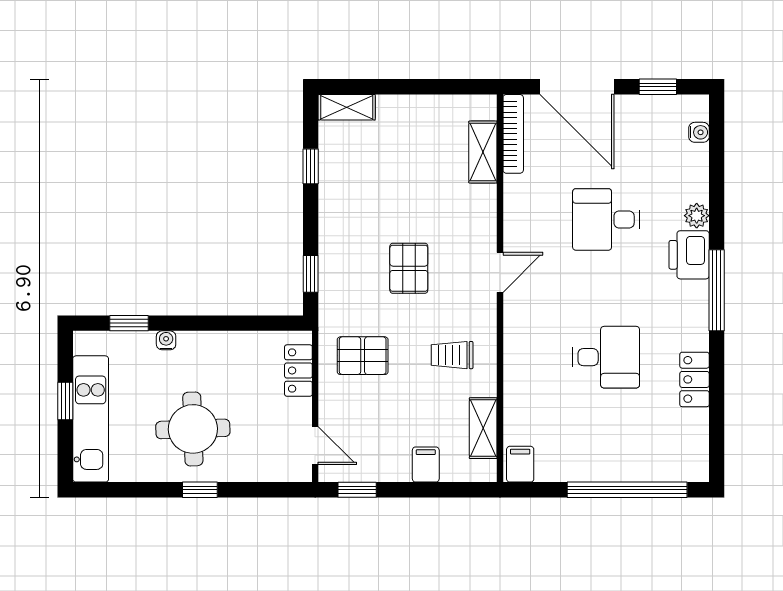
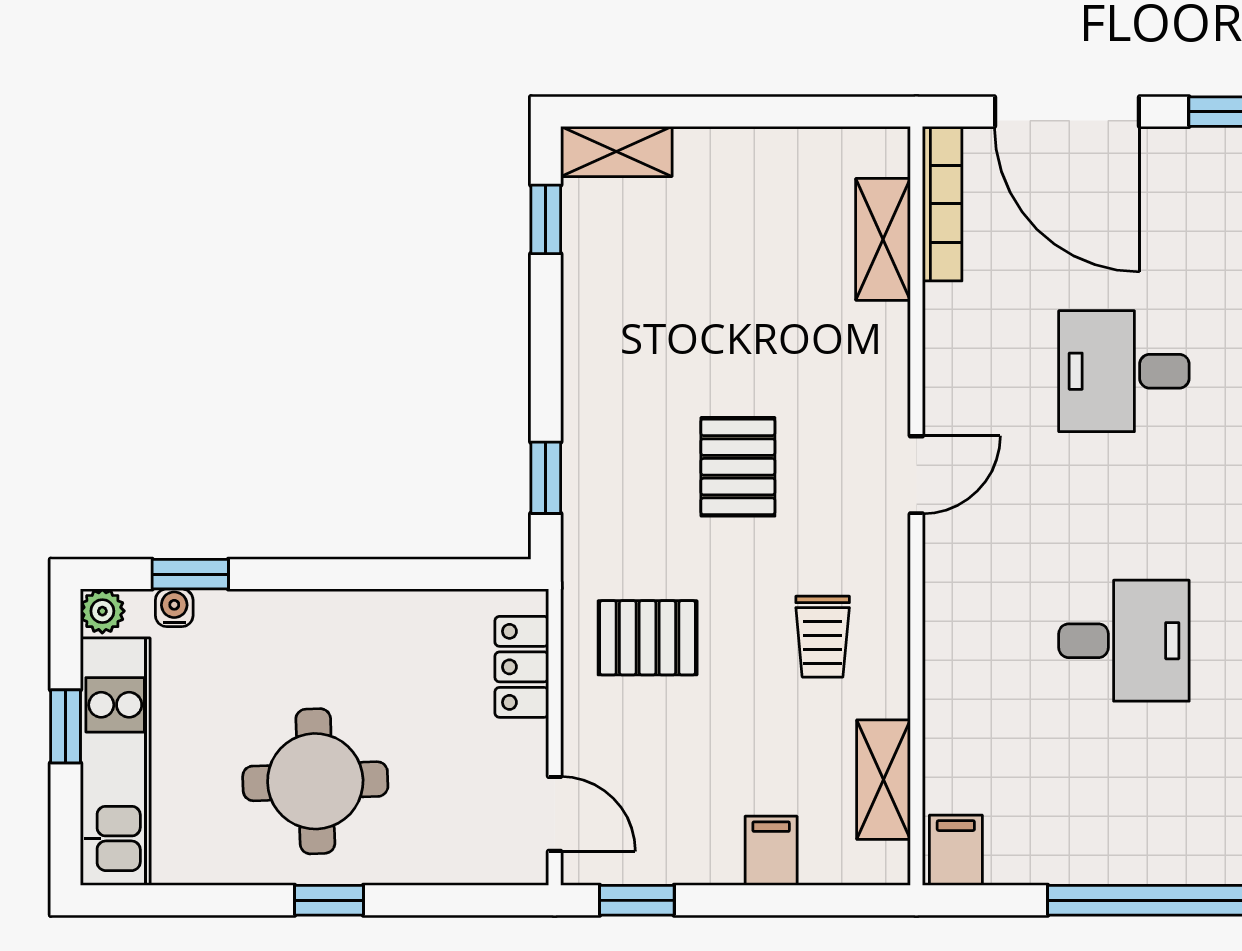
window: (311, 166) -> (546, 219), moved
water cooler: (166, 340) -> (174, 608), moved
plant: (84, 342) -> (102, 611), added
trolley: (452, 355) -> (823, 637), turned -90

